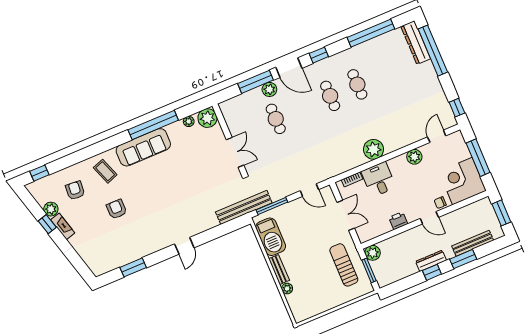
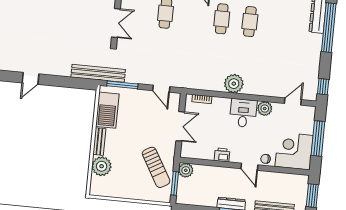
desk: (379, 179) -> (243, 113), moved
sun lounger: (344, 265) -> (156, 167), turned 150
plant: (287, 289) -> (102, 166), width x1.87, depth x1.87

